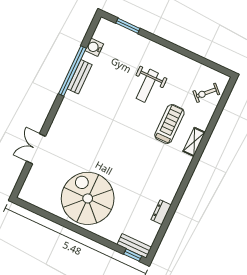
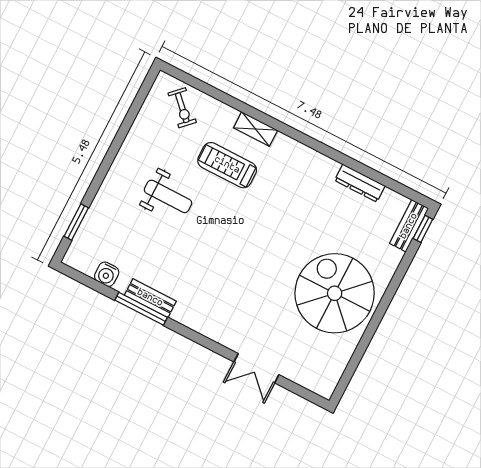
window: (72, 71) -> (141, 309), width x0.68
spiral stairs: (88, 198) -> (335, 293), turned 90
dresser: (161, 212) -> (360, 183), width x1.44

